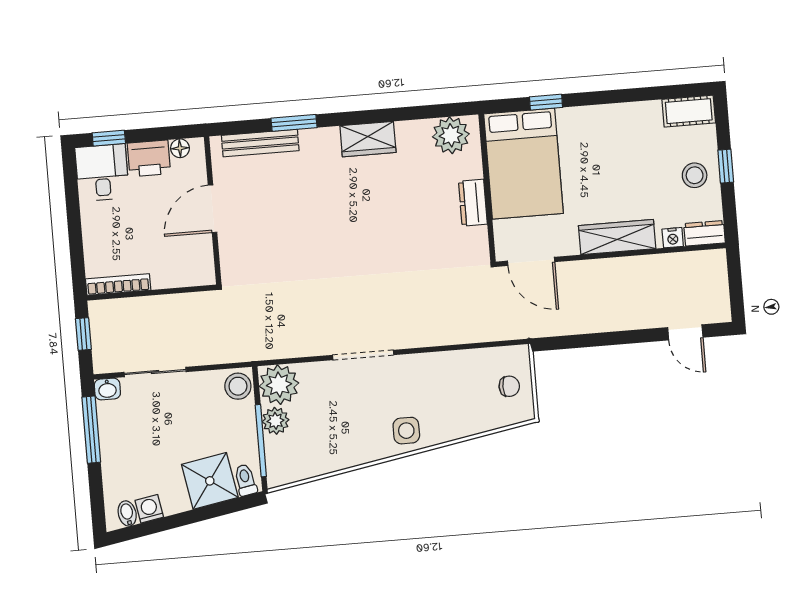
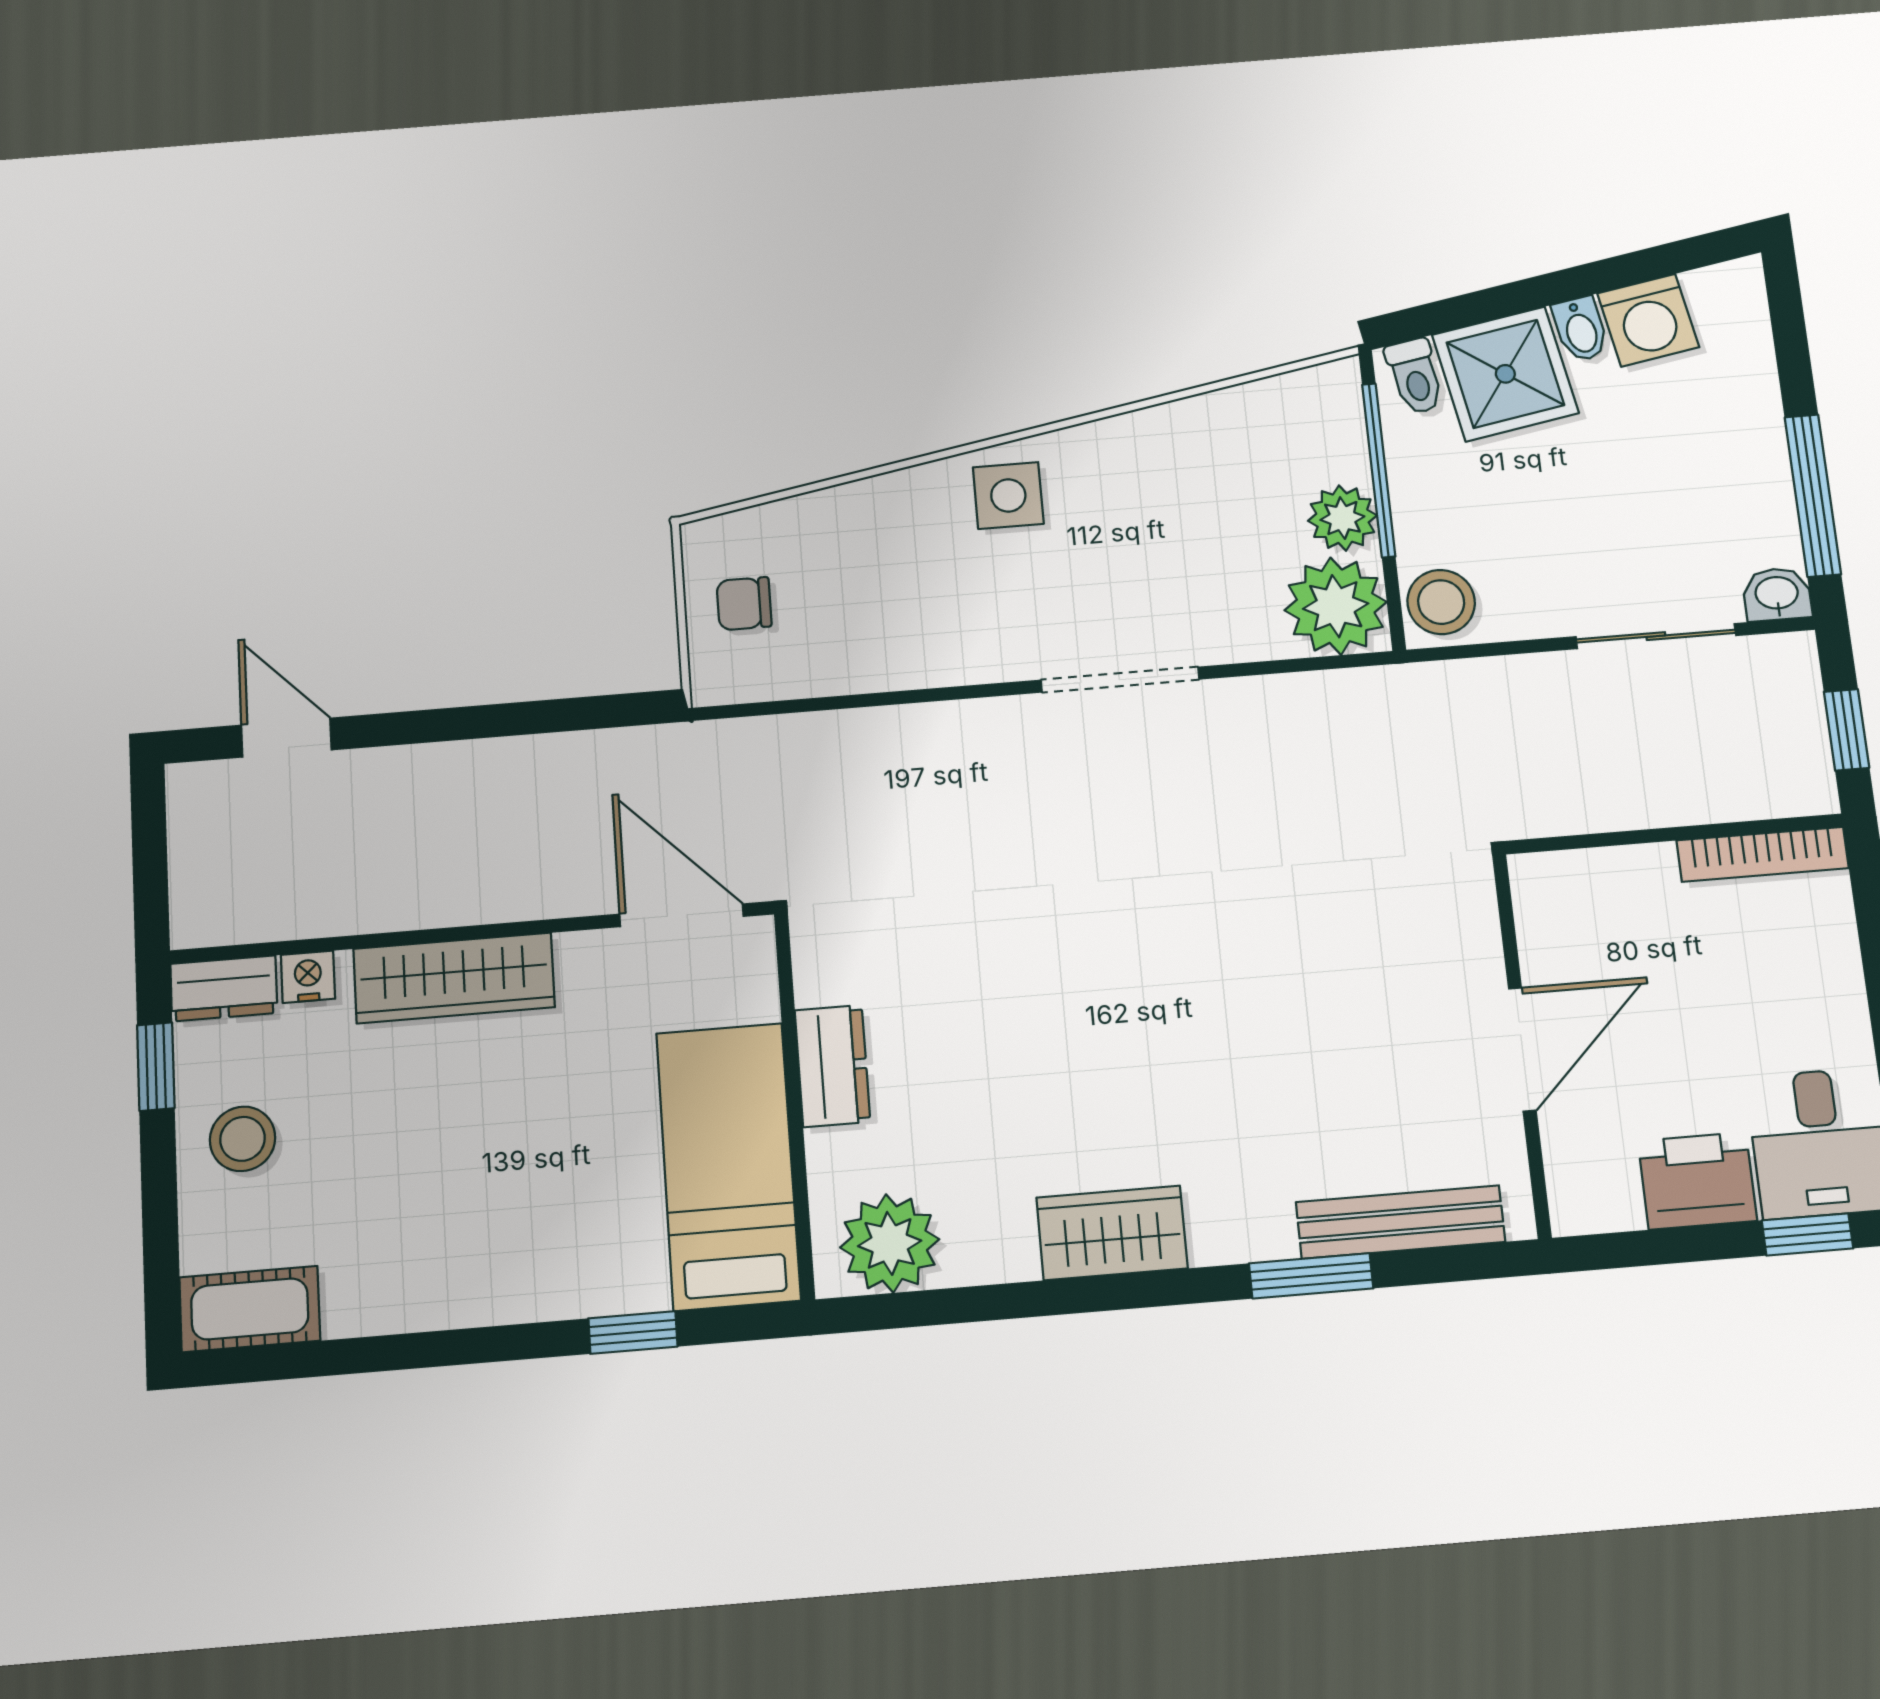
floor lamp: (180, 148) -> (1615, 1208), removed
bed: (524, 164) -> (728, 1166), width x0.67
window: (726, 166) -> (156, 1067), moved
washing machine: (149, 509) -> (1648, 320), width x1.38, depth x1.38
bidet: (127, 513) -> (1580, 329), moved

